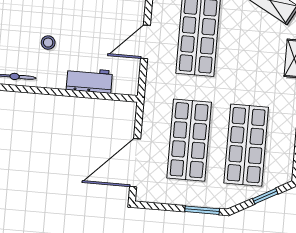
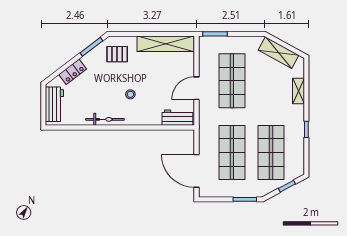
workbench: (89, 80) -> (177, 118), moved
door: (135, 163) -> (197, 171), hinge flipped

